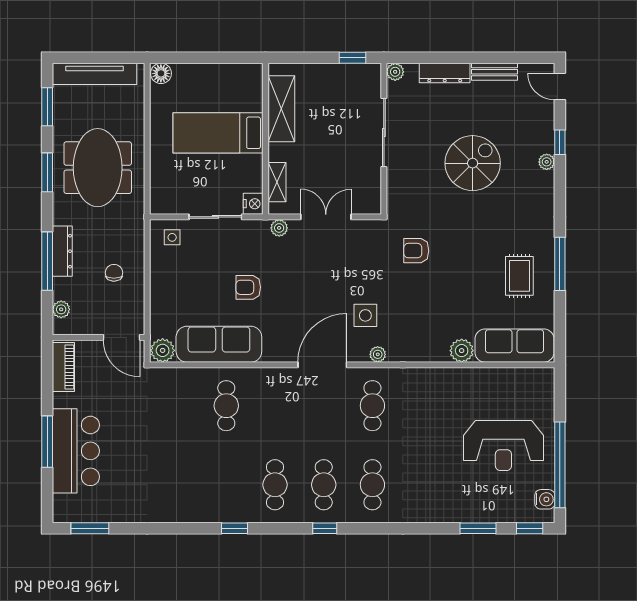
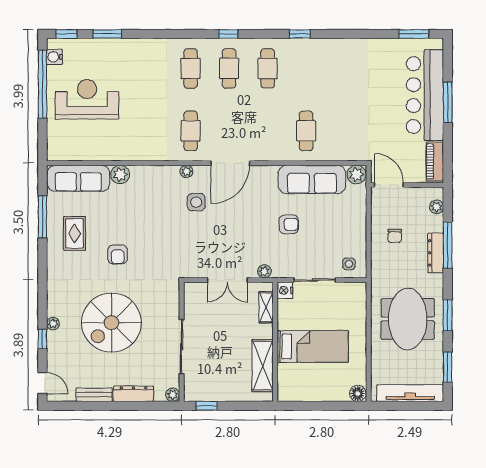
spiral stairs: (473, 163) -> (111, 323), width x1.37, depth x1.37
armchair: (416, 251) -> (118, 254), moved, turned 90
window: (560, 264) -> (42, 217), moved
bar counter: (76, 451) -> (425, 95), width x1.36

